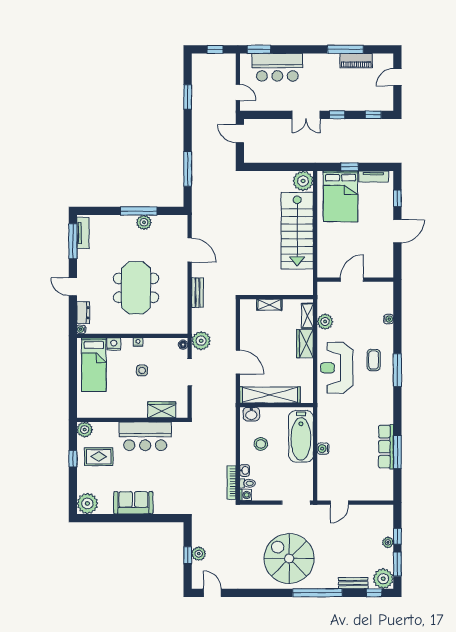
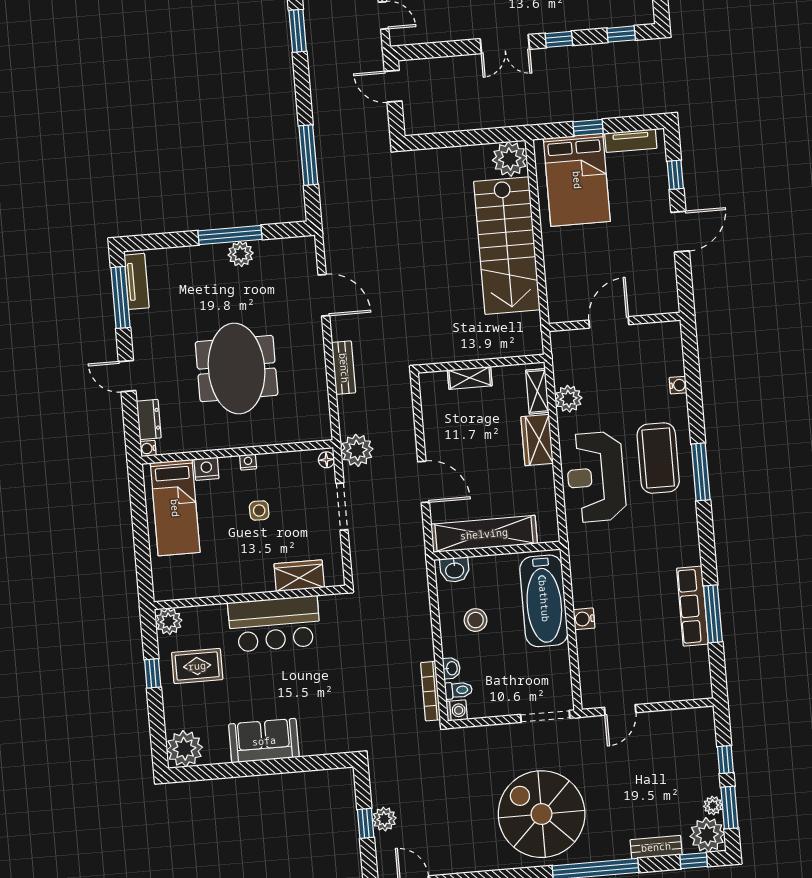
coffee table: (374, 360) -> (658, 458), width x1.86, depth x1.72
plant: (388, 542) -> (713, 805), moved

